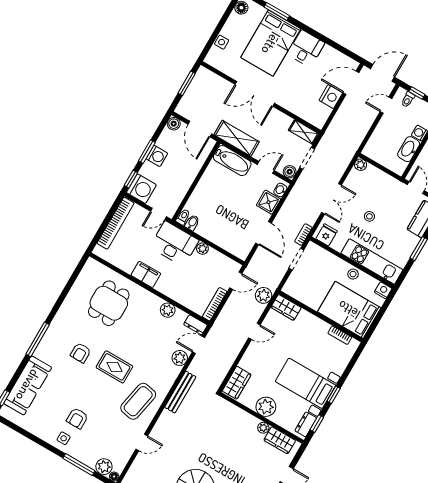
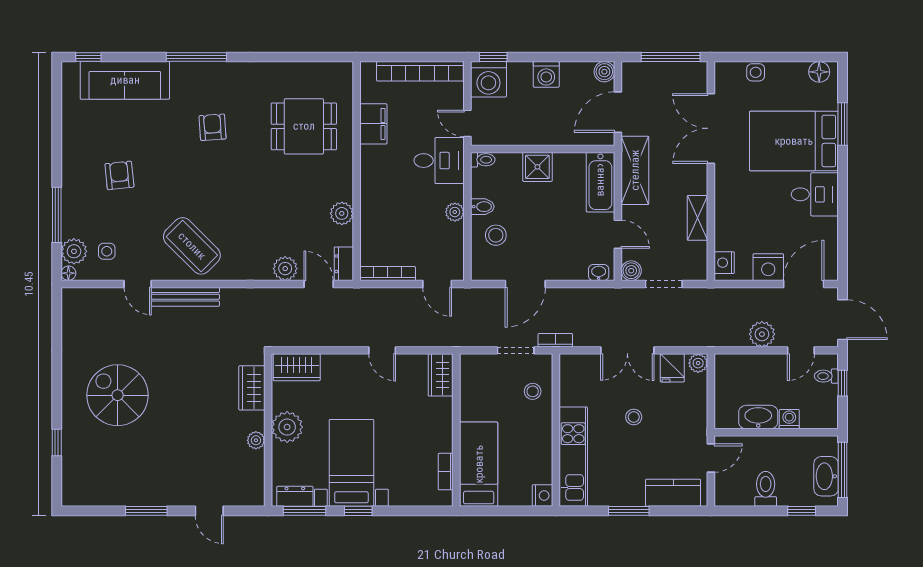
window: (187, 83) -> (671, 57), width x1.44
door: (351, 83) -> (804, 284), hinge flipped
double door: (255, 94) -> (711, 128), moved
door: (386, 105) -> (801, 350), swing flipped
nightstand: (315, 119) -> (724, 263), added
shelving: (304, 132) -> (697, 218), moved
window: (147, 152) -> (544, 57), removed
shower: (269, 202) -> (537, 167), moved
bidet: (192, 223) -> (482, 207), moved
stool: (228, 234) -> (496, 235), added
fridge: (326, 235) -> (672, 368), moved, turned 90
desk: (174, 244) -> (439, 161), width x0.73
filing cabinet: (146, 274) -> (373, 124), moved
stool: (353, 274) -> (533, 391), moved
plant: (264, 295) -> (762, 334), moved
bed: (349, 310) -> (479, 464), width x0.67
armchair: (81, 353) -> (213, 127), turned 86
rug: (114, 367) -> (220, 186), removed
bench: (180, 392) -> (186, 297), moved
coffee table: (138, 401) -> (192, 246), turned 34
armchair: (77, 418) -> (119, 175), turned 84
window: (317, 424) -> (305, 511), width x1.50
side table: (64, 438) -> (107, 251), moved
wardrobe: (280, 440) -> (252, 388), moved

